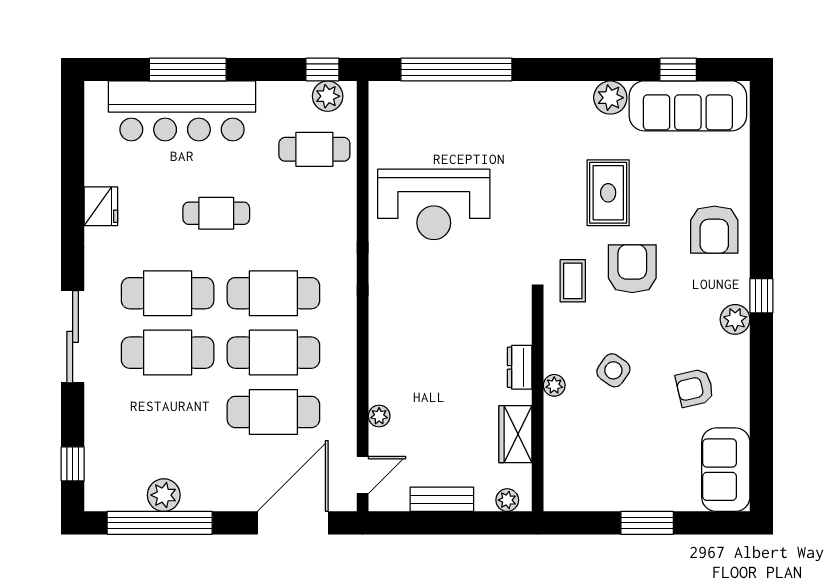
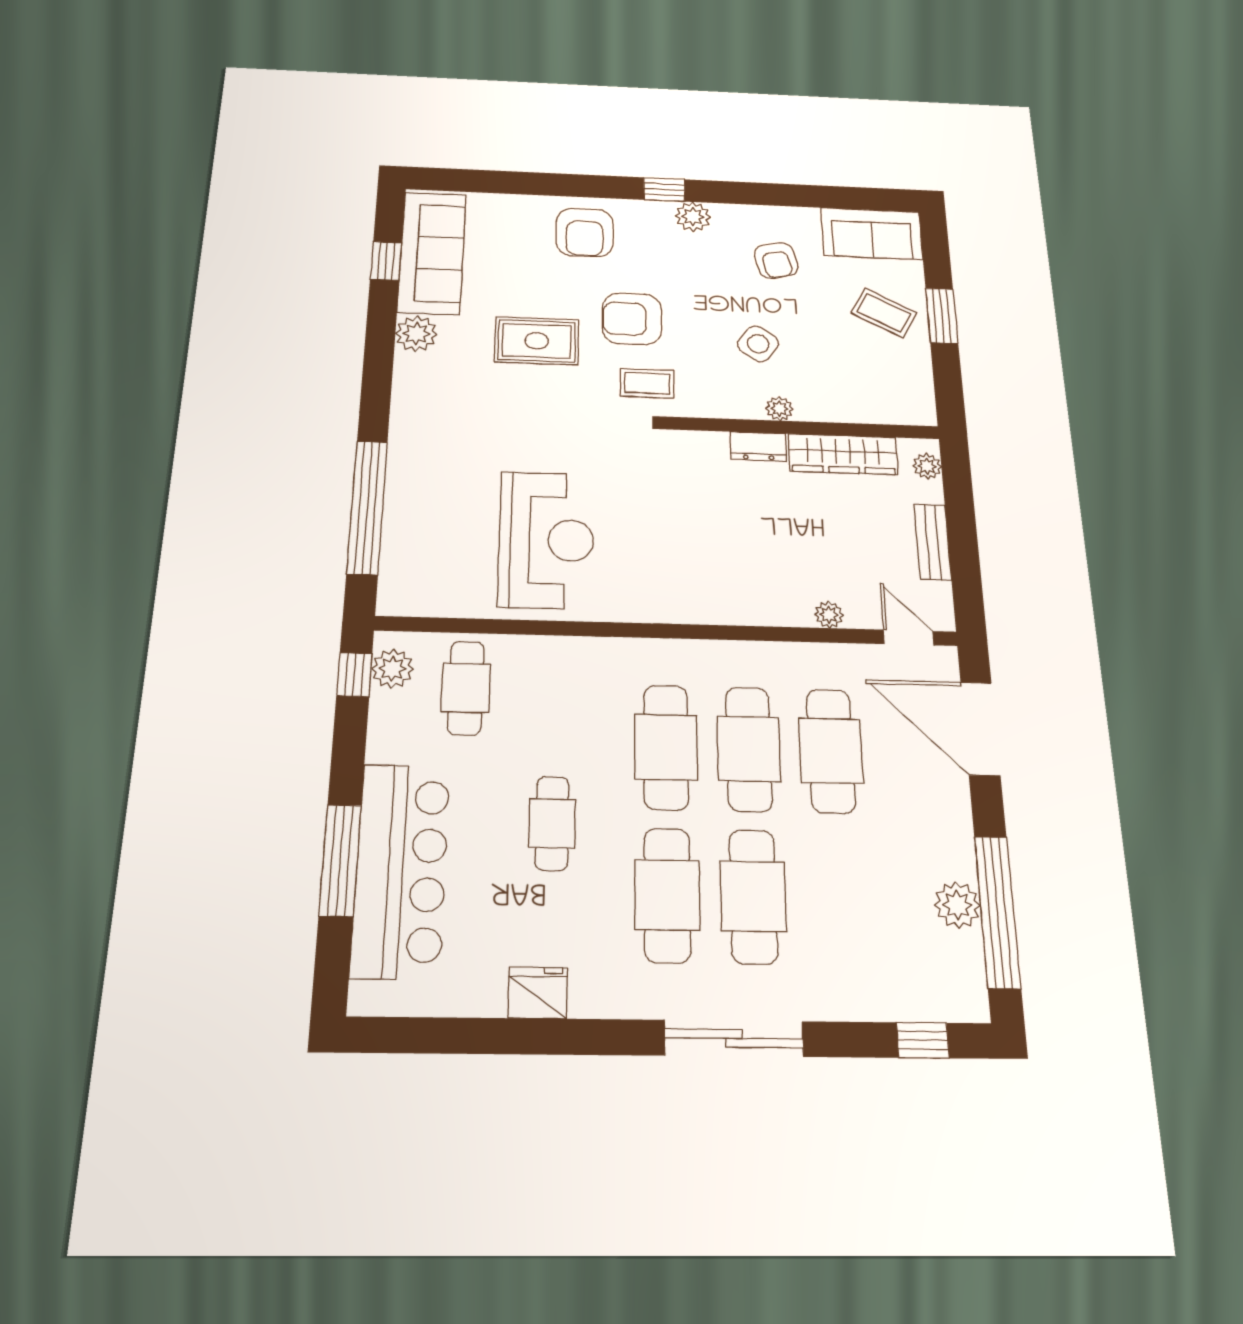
armchair: (714, 230) -> (585, 233), turned 90
wardrobe: (515, 434) -> (843, 454), width x1.50
coffee table: (648, 475) -> (884, 313), added

